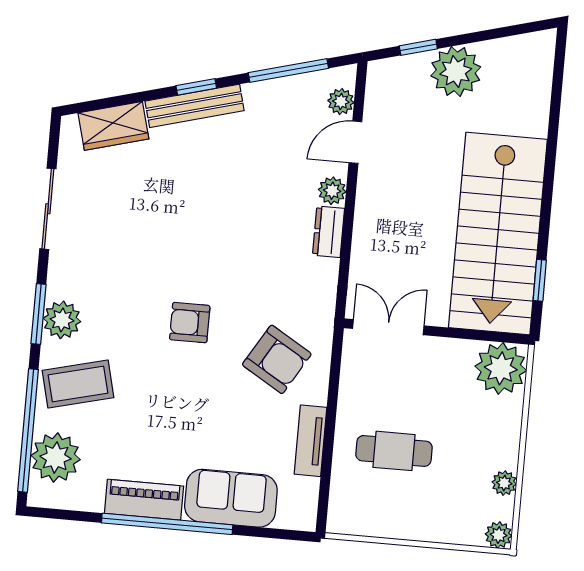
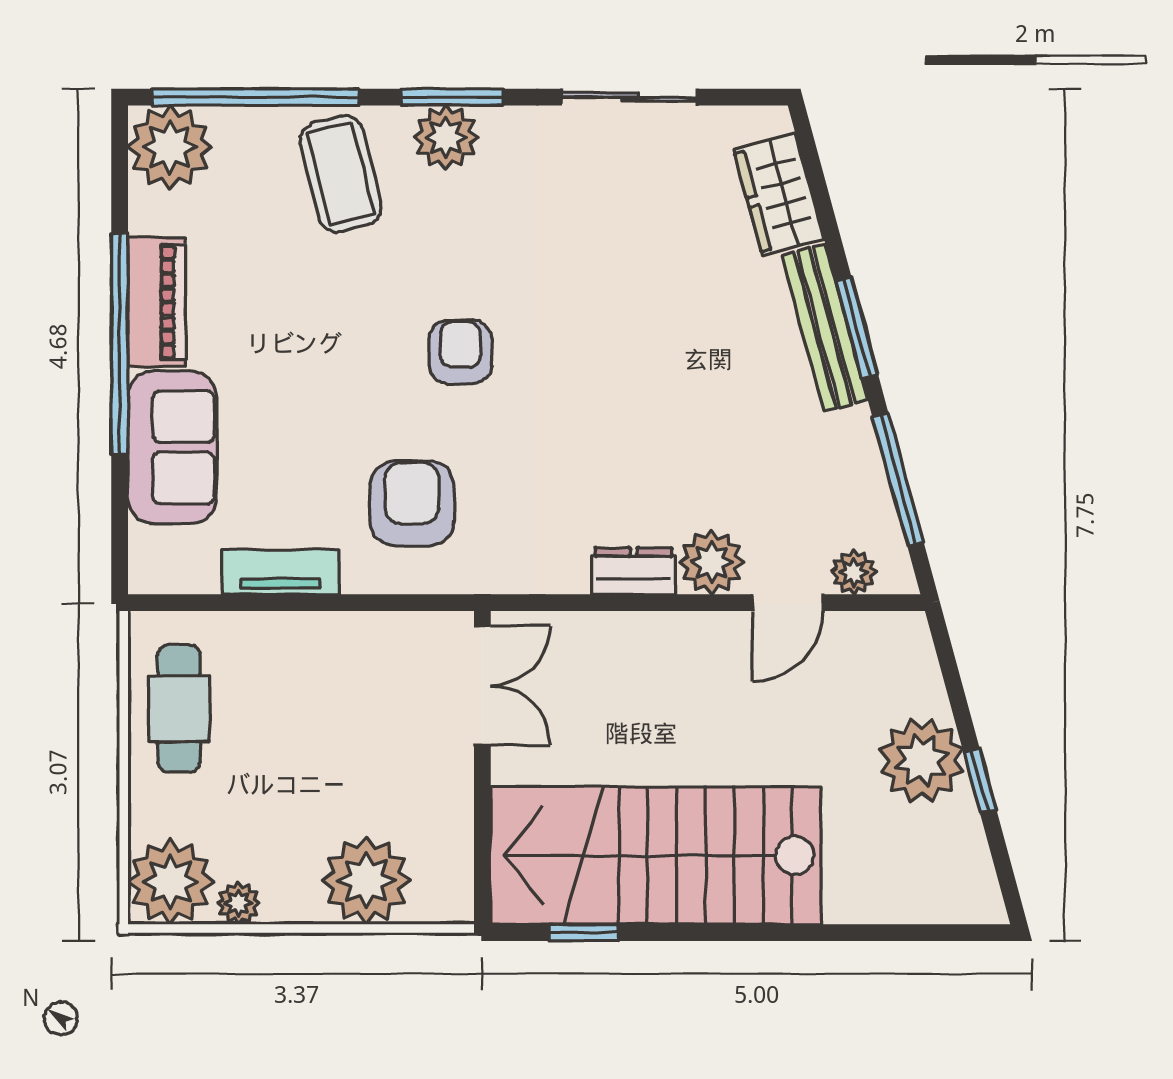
window: (418, 47) -> (980, 781), moved
window: (196, 87) -> (857, 328), width x1.50
door: (355, 142) -> (788, 603), swing flipped
plant: (332, 191) -> (712, 562), width x1.38, depth x1.38
armchair: (277, 359) -> (412, 503), turned 149
plant: (501, 368) -> (366, 880), moved
cafe table: (394, 451) -> (179, 709), moved
plant: (56, 457) -> (170, 147), moved
plant: (499, 535) -> (170, 882), width x1.88, depth x1.88

